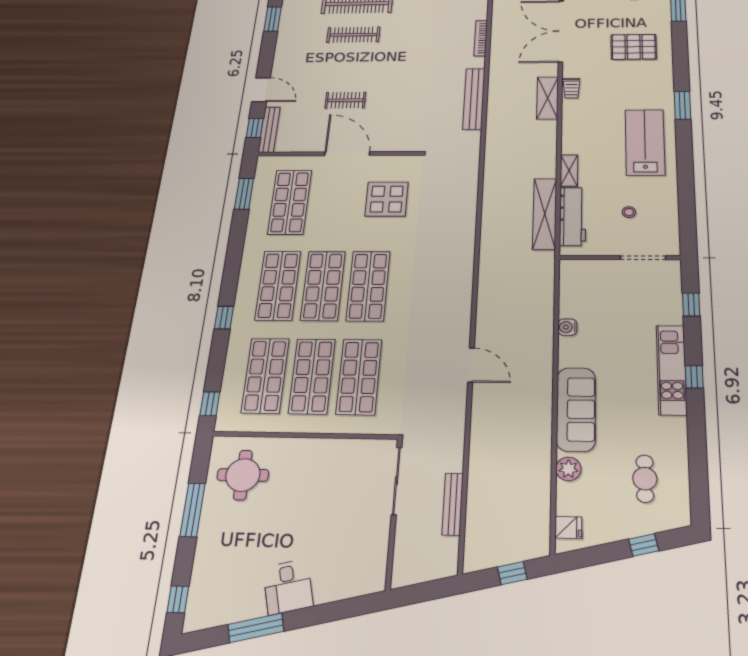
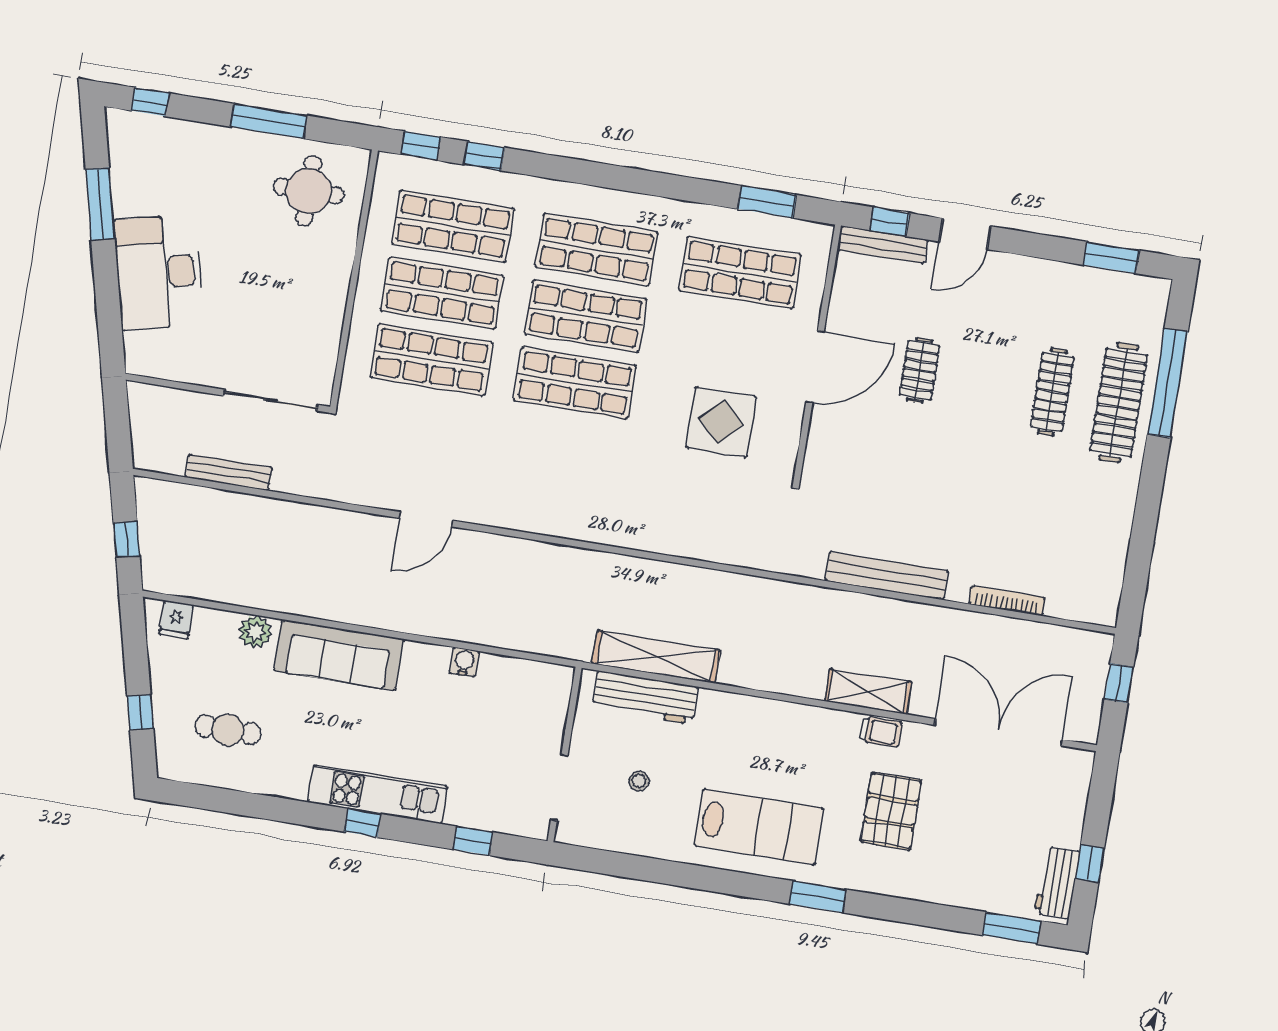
pallet: (634, 47) -> (891, 811), moved
trolley: (571, 88) -> (881, 732), turned 180
shelving: (569, 170) -> (727, 704), removed
window: (224, 318) -> (484, 156), moved
desk: (288, 587) -> (159, 272), width x1.87, depth x1.30

